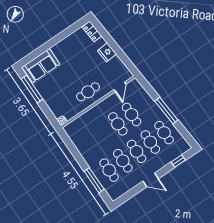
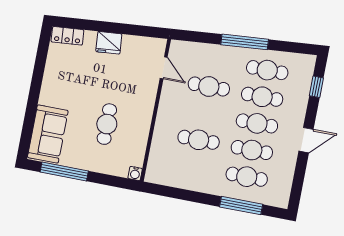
cafe table: (88, 92) -> (107, 124), moved
cafe table: (118, 124) -> (199, 140), moved

